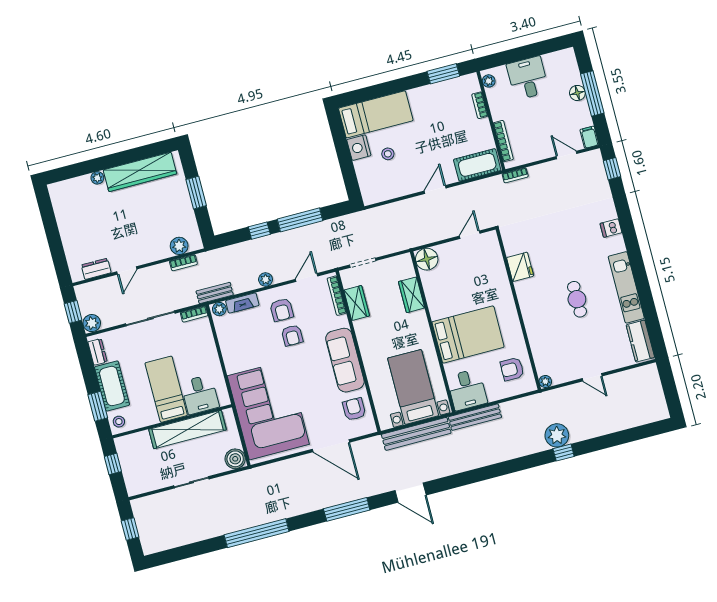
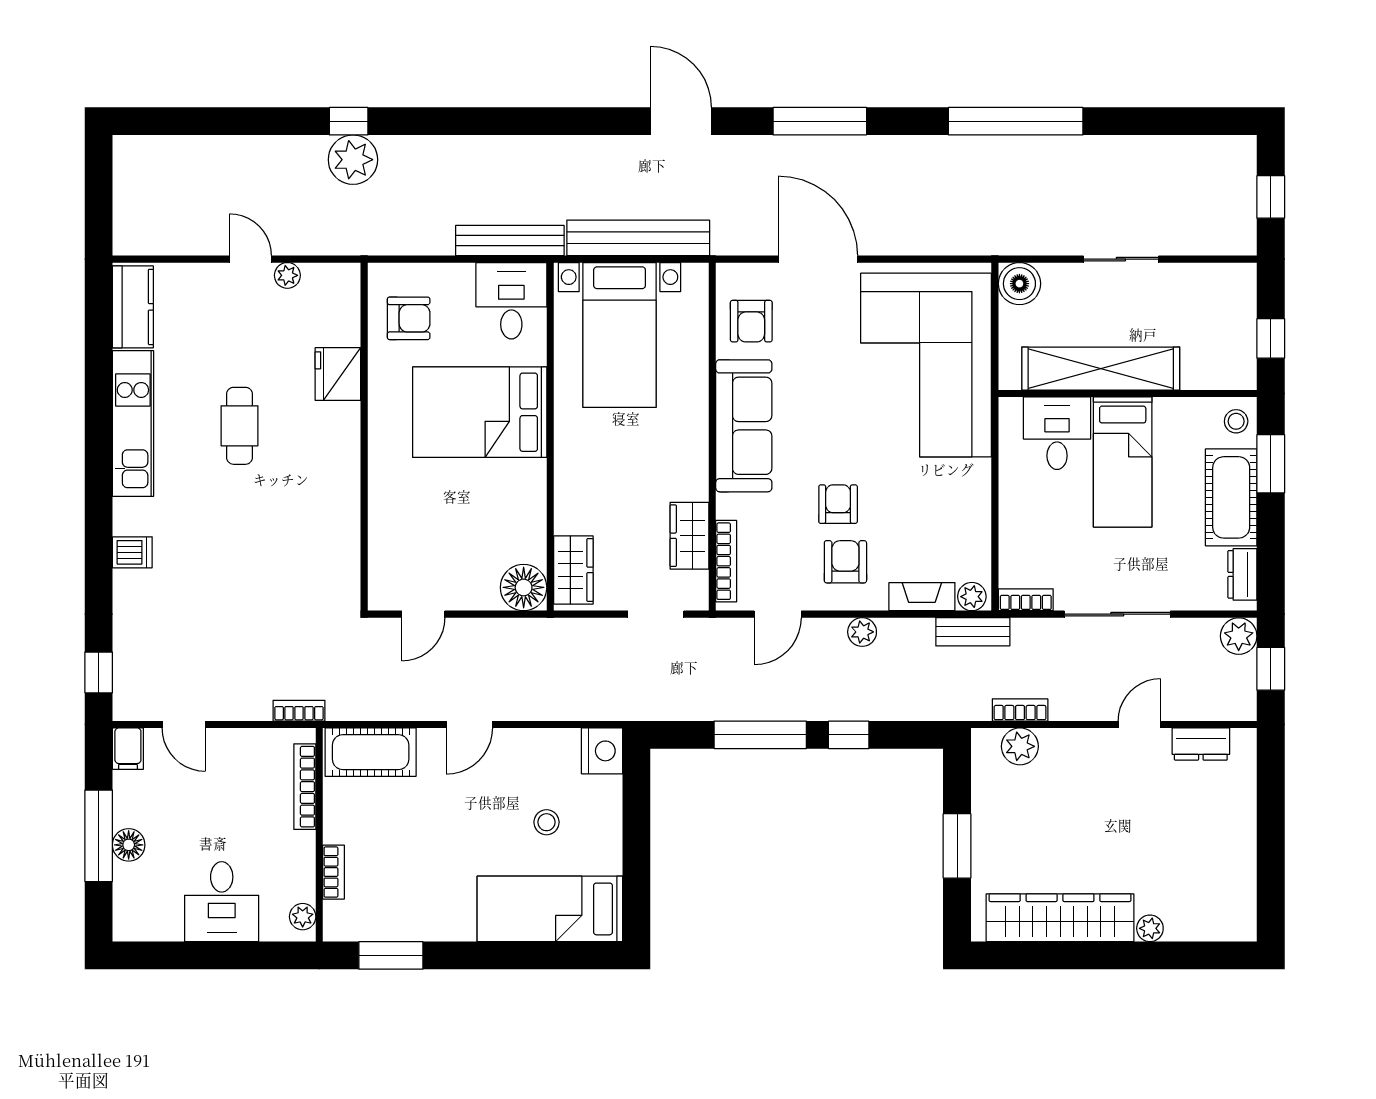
nightstand: (359, 148) -> (602, 751), moved
fridge: (520, 267) -> (338, 374), moved
wardrobe: (412, 295) -> (573, 570), moved
plant: (545, 381) -> (287, 275), moved

